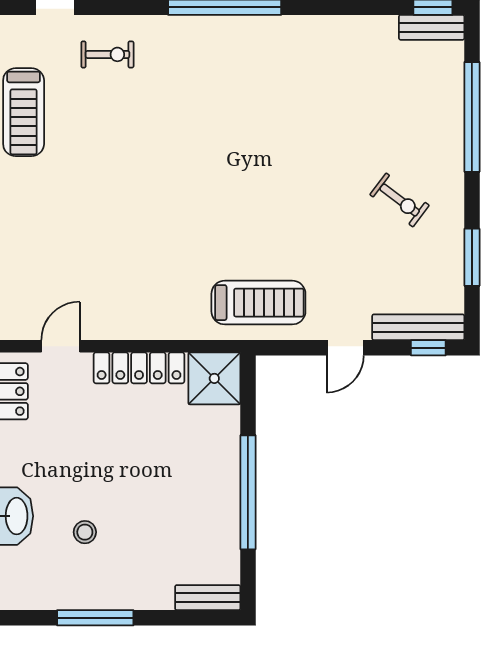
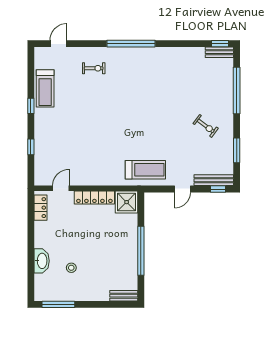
exercise bike: (107, 54) -> (94, 68), moved
window: (95, 618) -> (58, 304), moved

